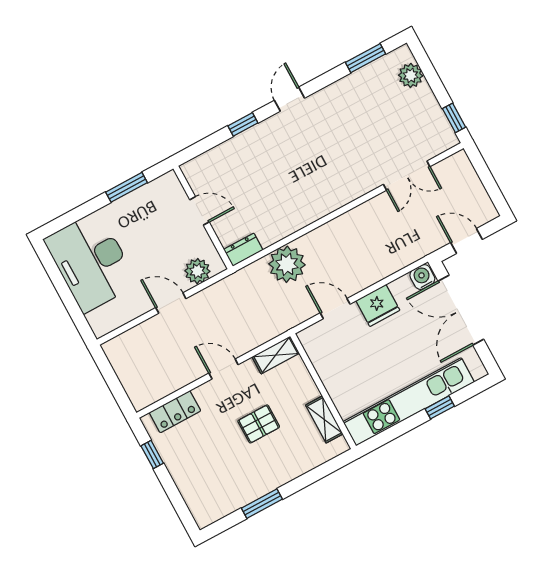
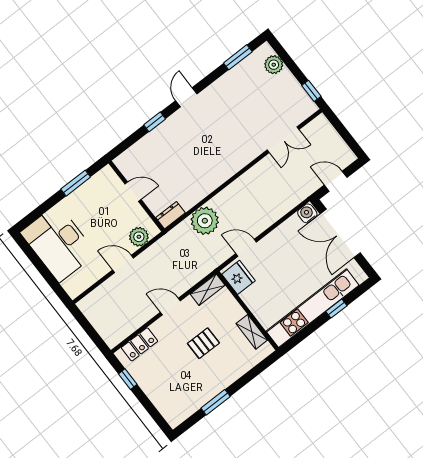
fridge: (378, 306) -> (238, 277), moved, turned -90

